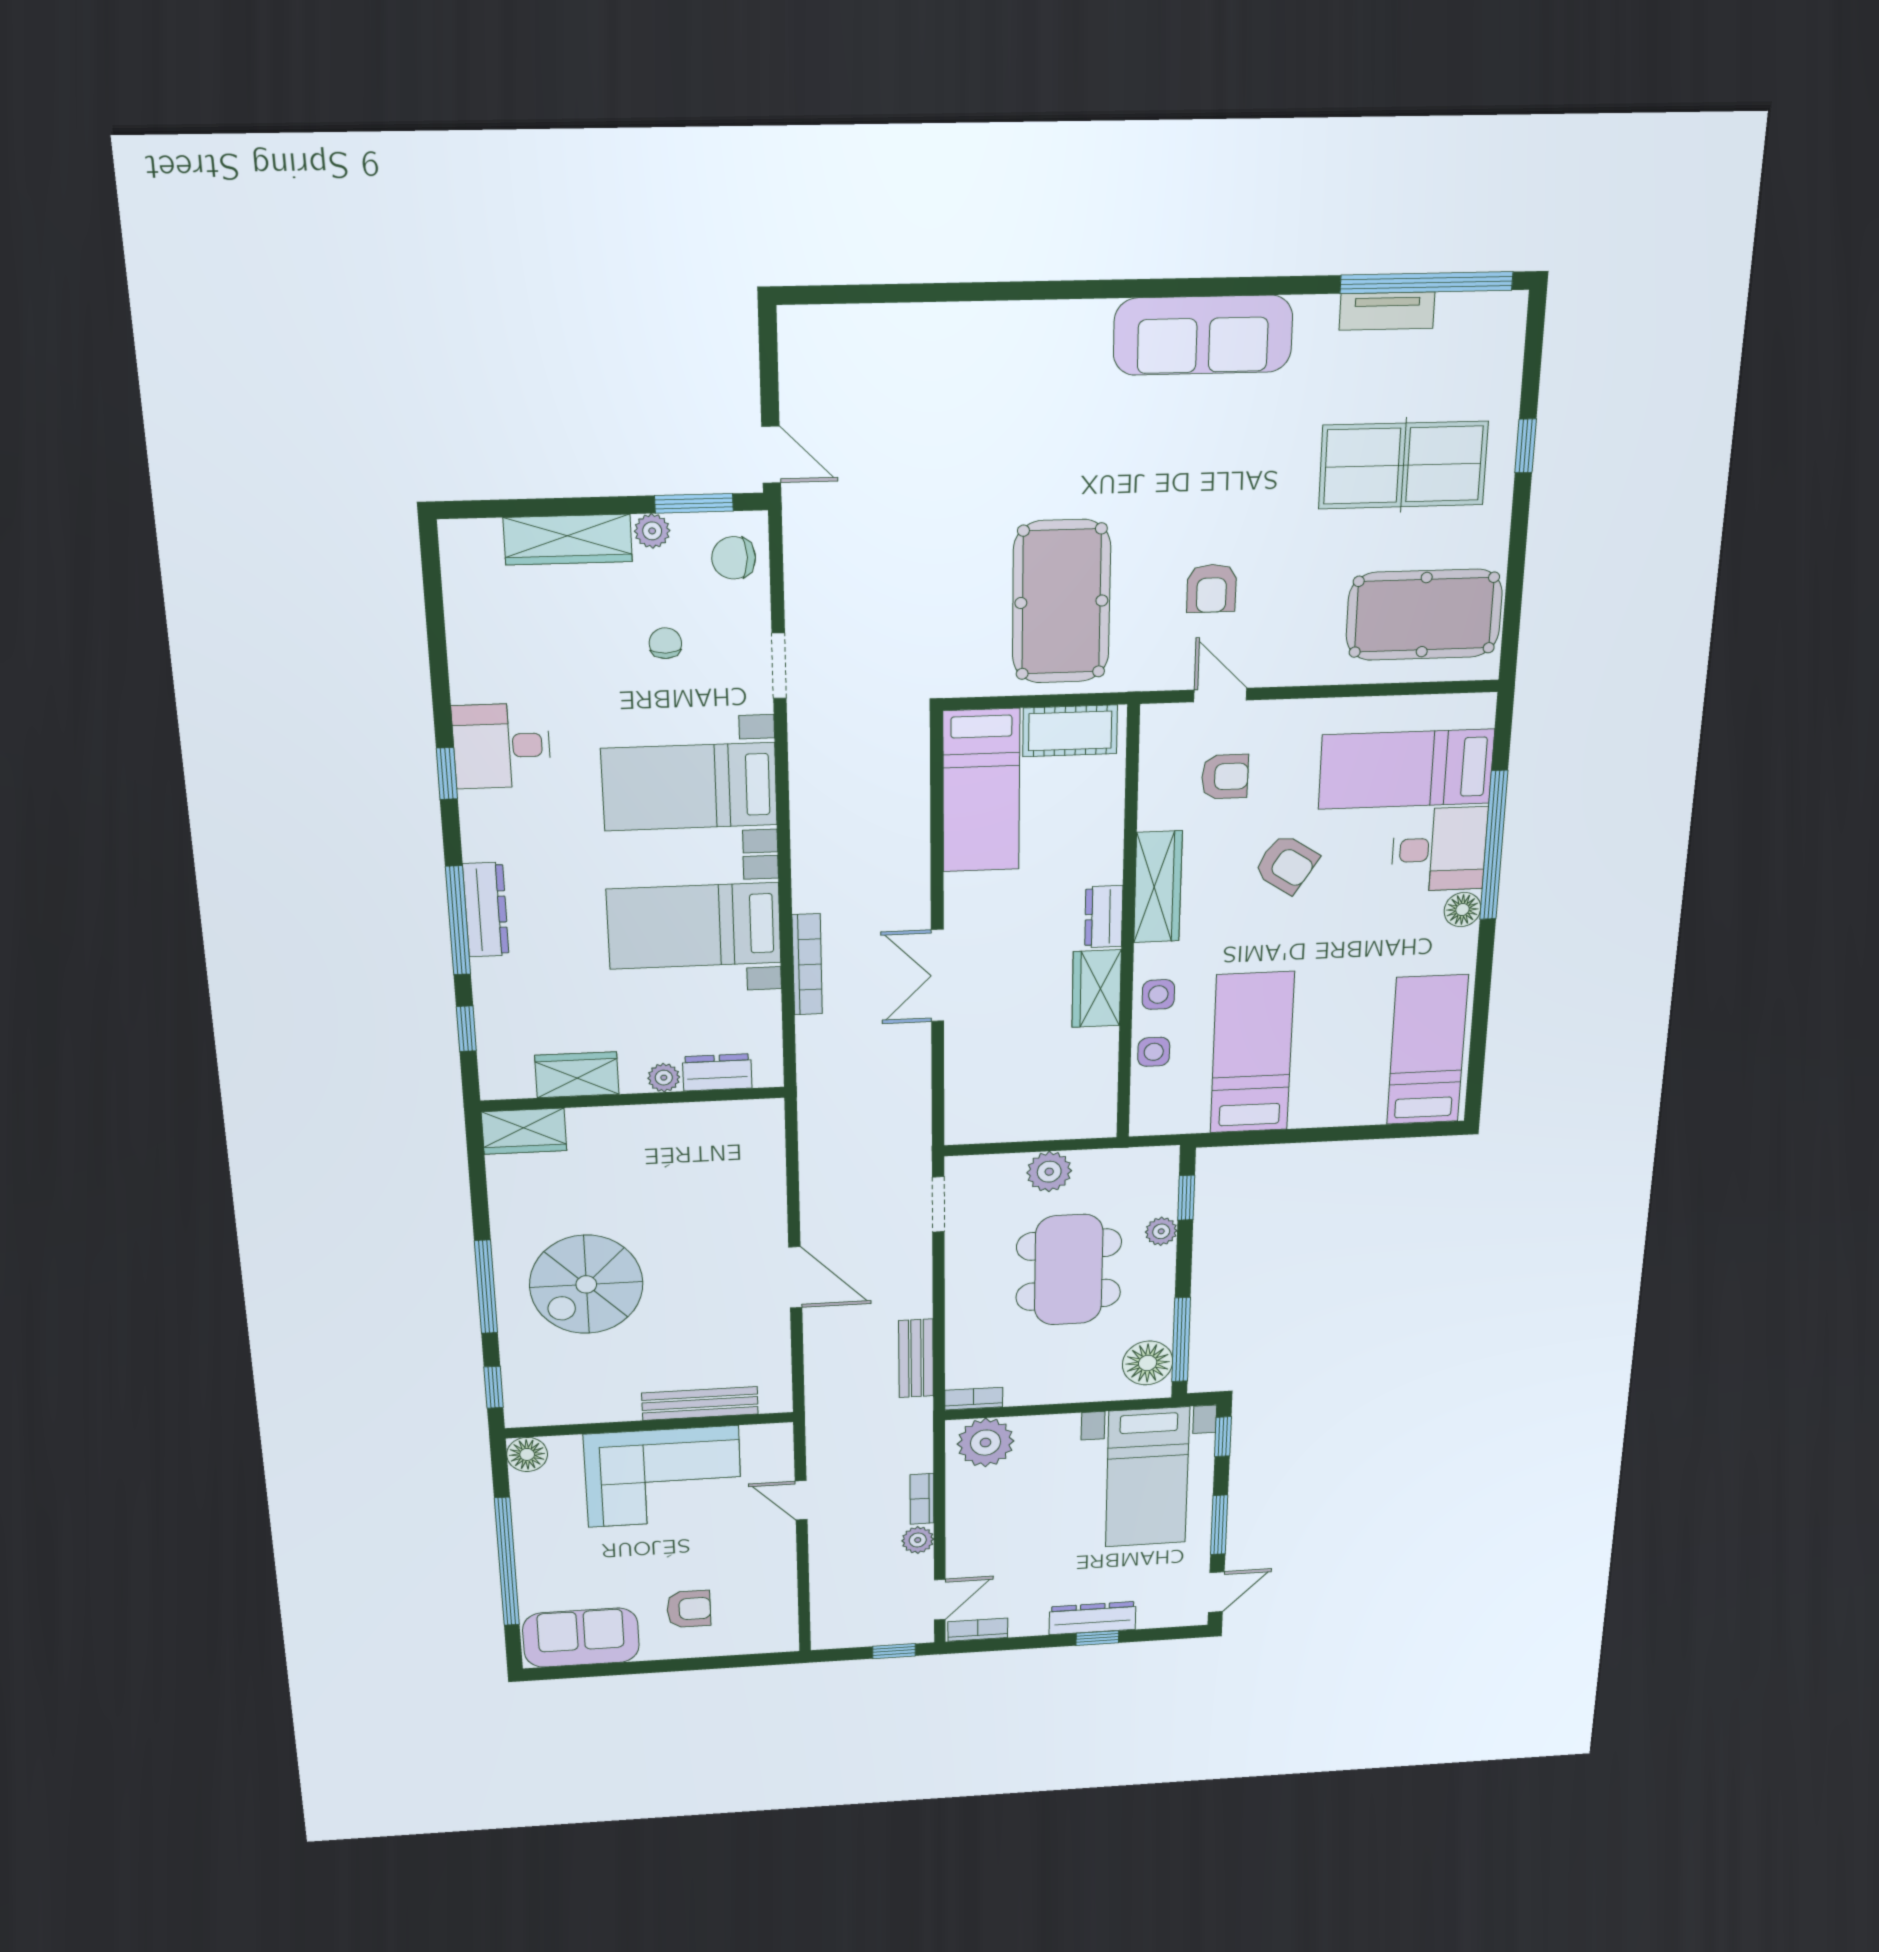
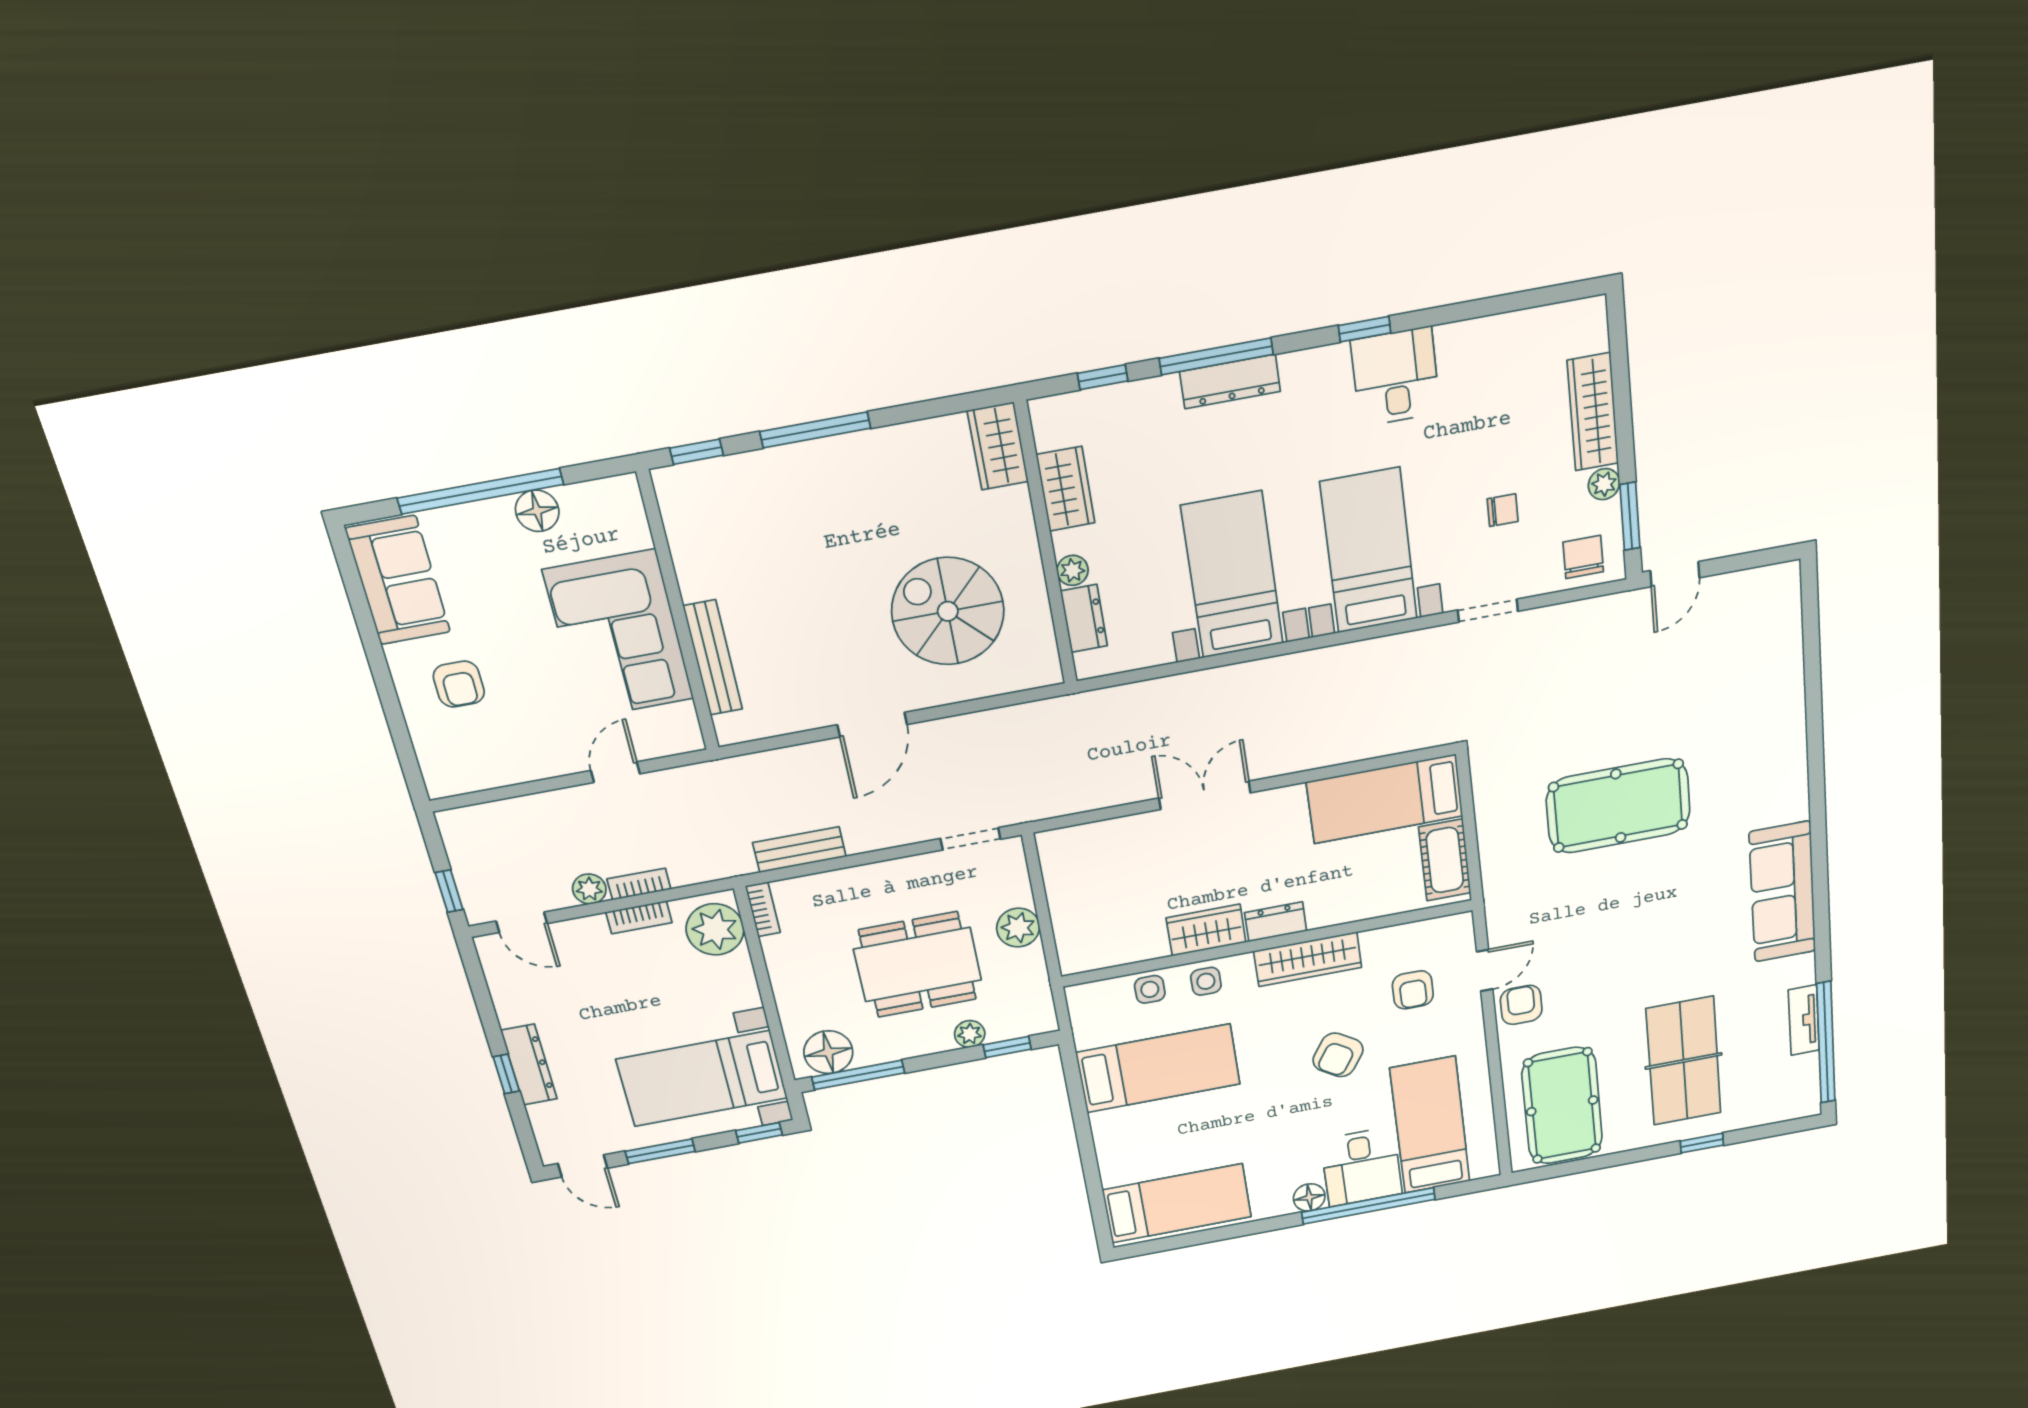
armchair: (1212, 588) -> (1521, 1005), moved, turned 90
pool table: (1061, 602) -> (1618, 806), moved
bookcase: (807, 964) -> (1204, 681), removed
spiral stairs: (586, 1284) -> (948, 611), moved
floor lamp: (527, 1454) -> (537, 511), moved
bookcase: (978, 1630) -> (639, 917), moved, turned 90

